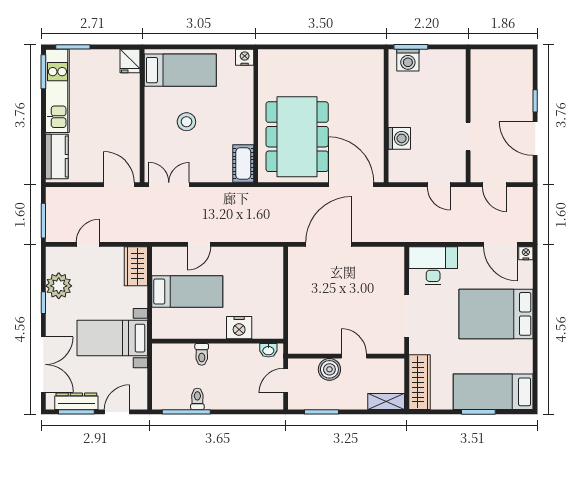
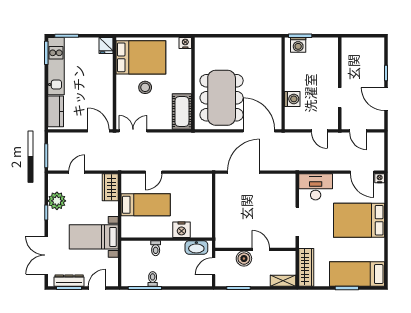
bed: (180, 70) -> (141, 57), width x1.50
cot: (243, 164) -> (182, 112), width x1.37, depth x1.34
washbasin: (268, 350) -> (196, 247), width x1.91, depth x1.45
double door: (43, 364) -> (46, 255), swing flipped

